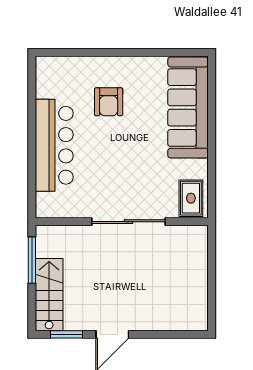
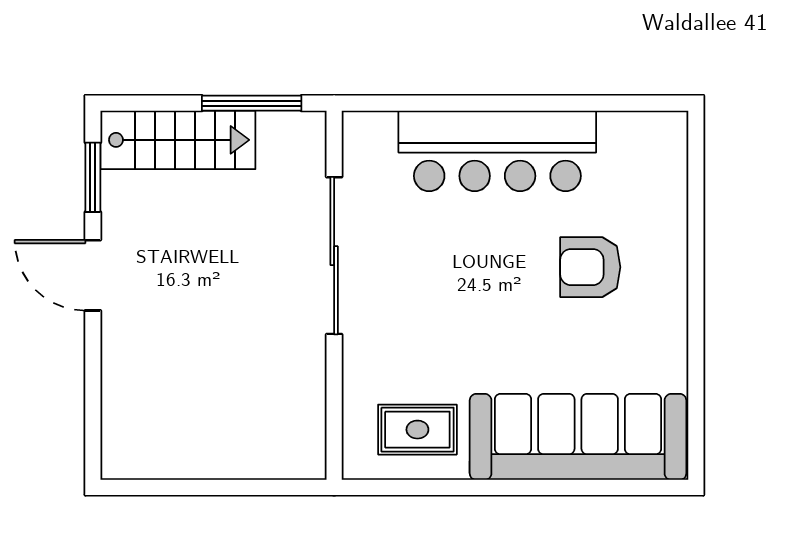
rug: (191, 198) -> (417, 430), moved
sliding door: (129, 222) -> (334, 256), moved

